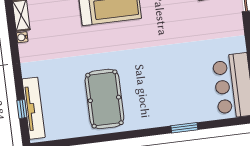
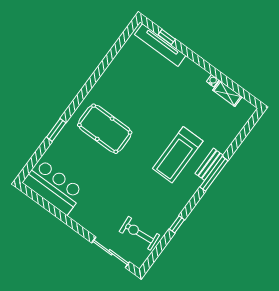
pool table: (104, 99) -> (105, 129), moved

